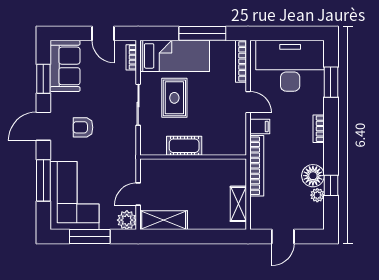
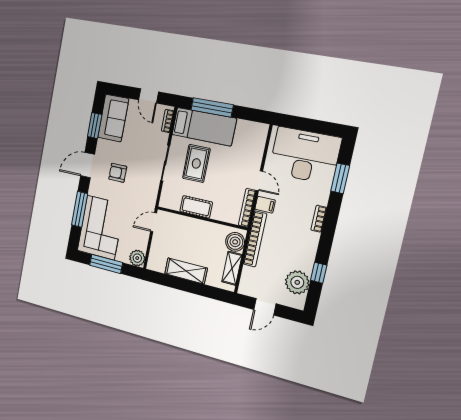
window: (202, 33) -> (212, 107), moved
bookcase: (241, 61) -> (247, 208), moved
boiler: (236, 174) -> (235, 242), added
floor lamp: (313, 176) -> (304, 260), removed
door: (138, 194) -> (154, 222), moved
plant: (317, 195) -> (297, 282), width x1.87, depth x1.87
shelving: (164, 220) -> (186, 271), moved

